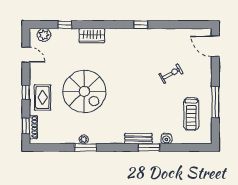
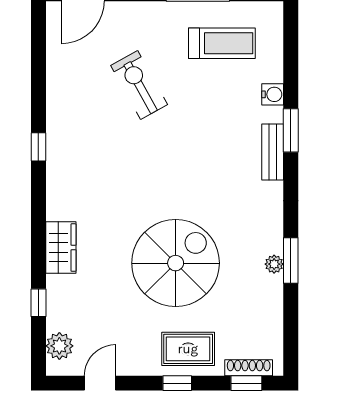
exercise bike: (171, 74) -> (139, 85), width x1.38, depth x1.39

